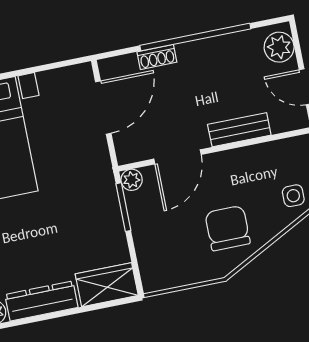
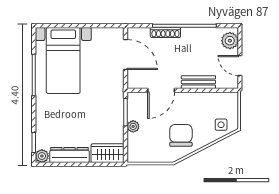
shoe rack: (157, 57) -> (165, 32), width x1.43
door: (103, 108) -> (125, 55), hinge flipped
plant: (132, 180) -> (133, 126), moved

